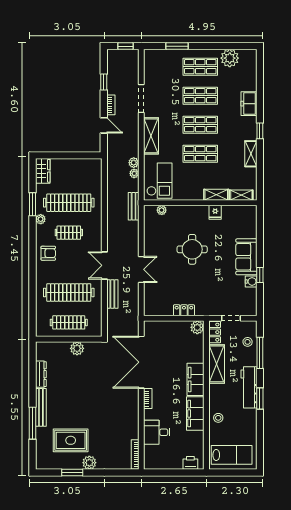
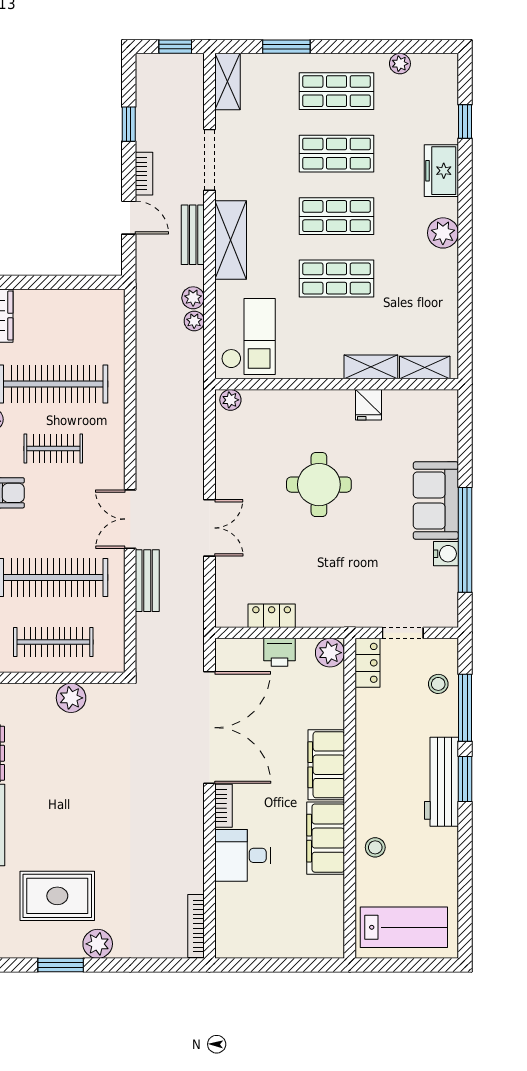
plant: (230, 58) -> (400, 64), width x0.53, depth x0.53
window: (260, 131) -> (465, 122), moved
plant: (250, 133) -> (443, 233), added
shelving: (251, 154) -> (227, 82), moved
bench: (134, 206) -> (193, 235), moved
plant: (162, 210) -> (230, 400), moved
window: (260, 275) -> (465, 540), width x3.17
locker: (184, 310) -> (272, 616), moved
double door: (141, 362) -> (209, 728), swing flipped
shelving: (217, 364) -> (372, 731), removed
window: (260, 399) -> (465, 779), moved
desk: (157, 432) -> (243, 855), moved
printer: (190, 463) -> (279, 652), moved, turned 180

